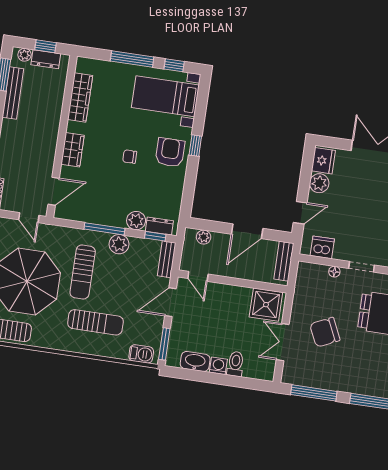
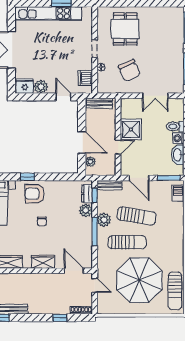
door: (29, 218) -> (95, 285), hinge flipped
door: (247, 231) -> (82, 142), moved
door: (198, 276) -> (118, 147), moved
shower: (266, 305) -> (131, 129), moved
sun lounger: (95, 322) -> (137, 216), moved, turned 99
chair: (325, 332) -> (129, 70), moved

